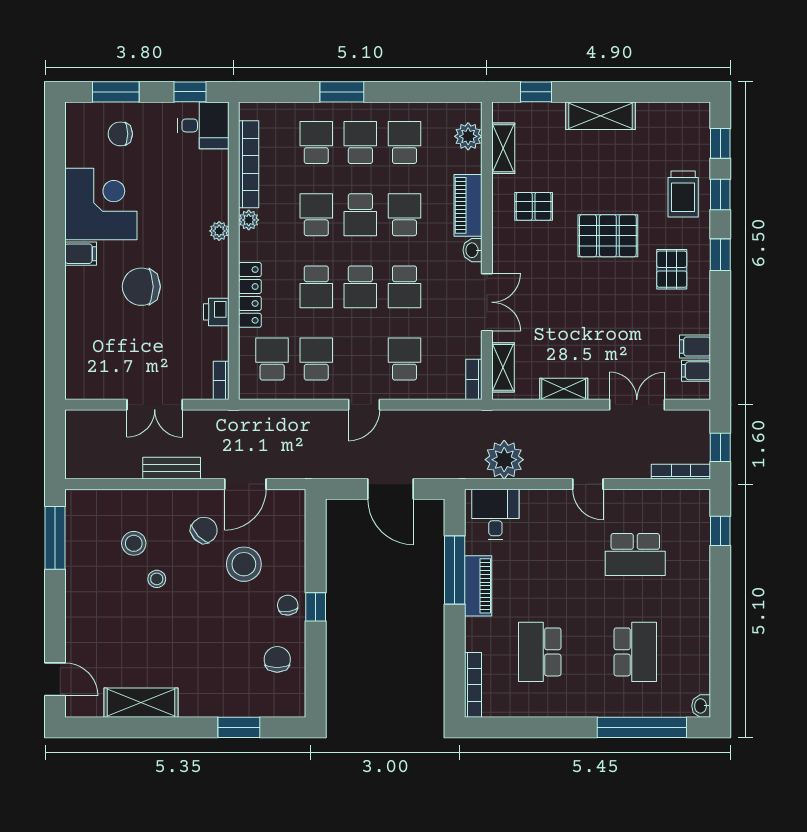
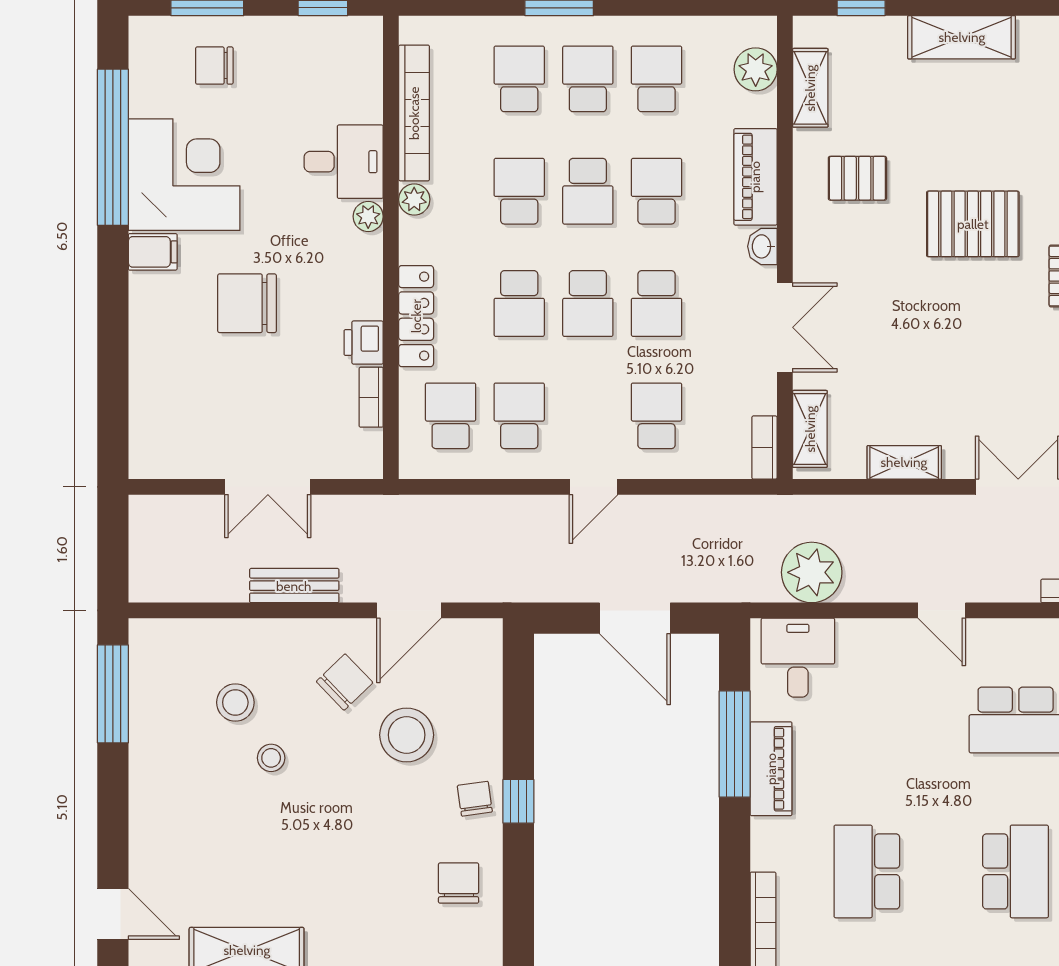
desk: (203, 125) -> (344, 162), moved
window: (55, 186) -> (113, 147), added
bookcase: (221, 380) -> (371, 397), moved

